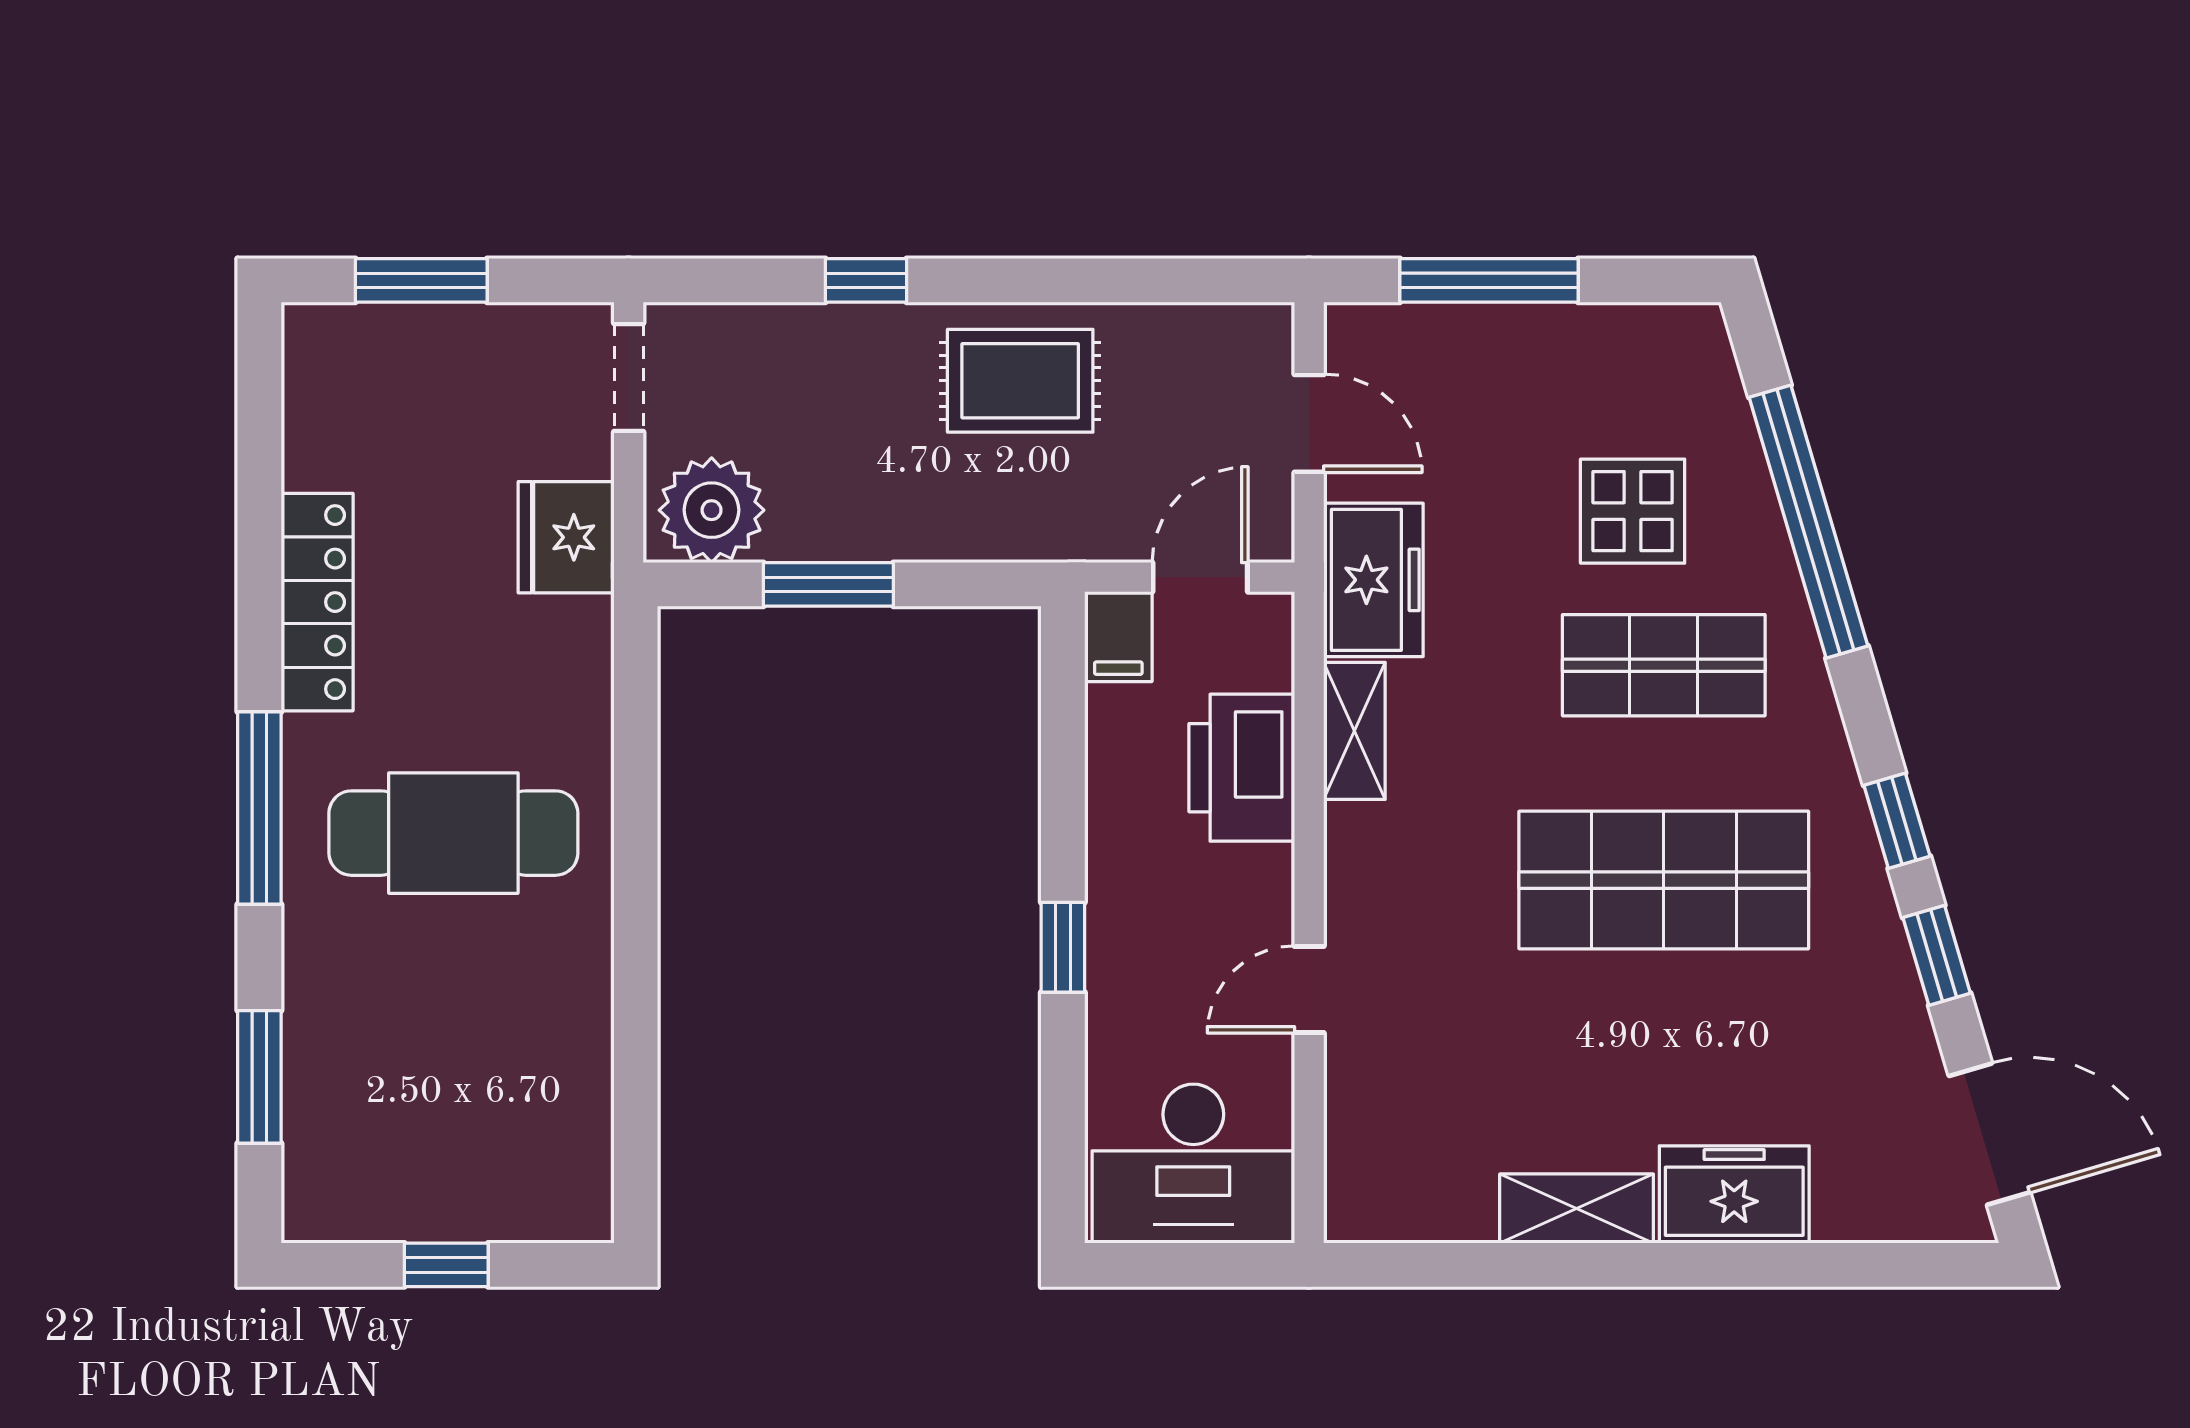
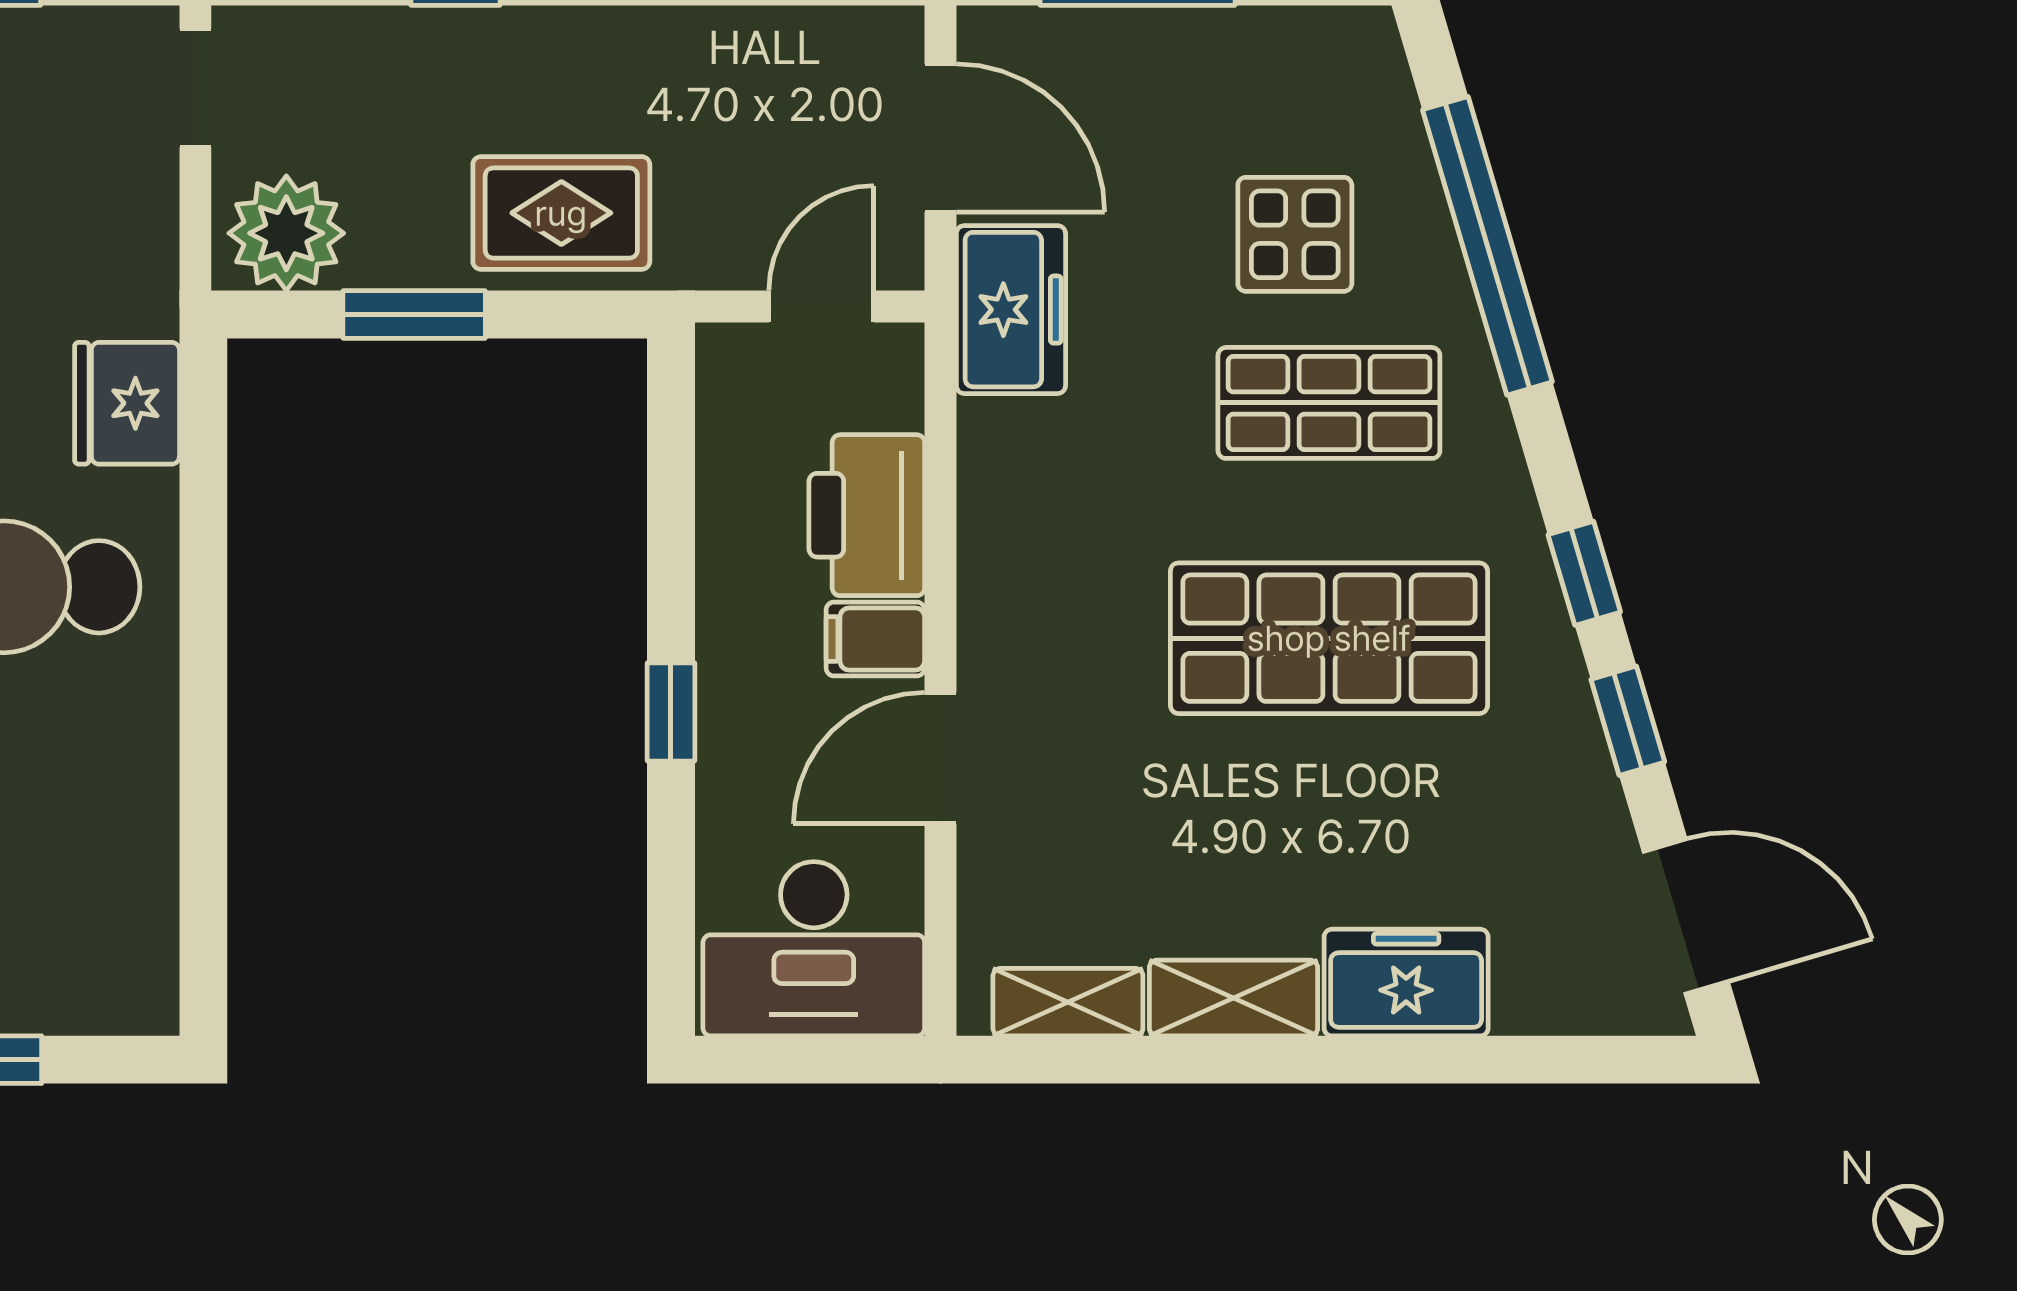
rug: (1020, 381) -> (561, 213), moved
door: (1309, 423) -> (941, 138), width x1.37
fridge: (566, 537) -> (127, 403), moved
filing cabinet: (1118, 637) -> (875, 639), moved, turned 90
shelving: (1354, 731) -> (1068, 1002), moved, turned 90
door: (1309, 990) -> (941, 758), width x1.38

